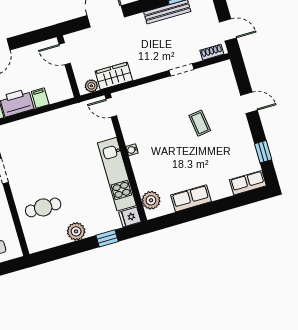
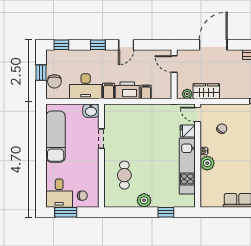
chair: (146, 116) -> (222, 129), added
plant: (151, 200) -> (207, 163), moved
cafe table: (43, 207) -> (124, 175), turned 90
fridge: (130, 217) -> (188, 131), moved

